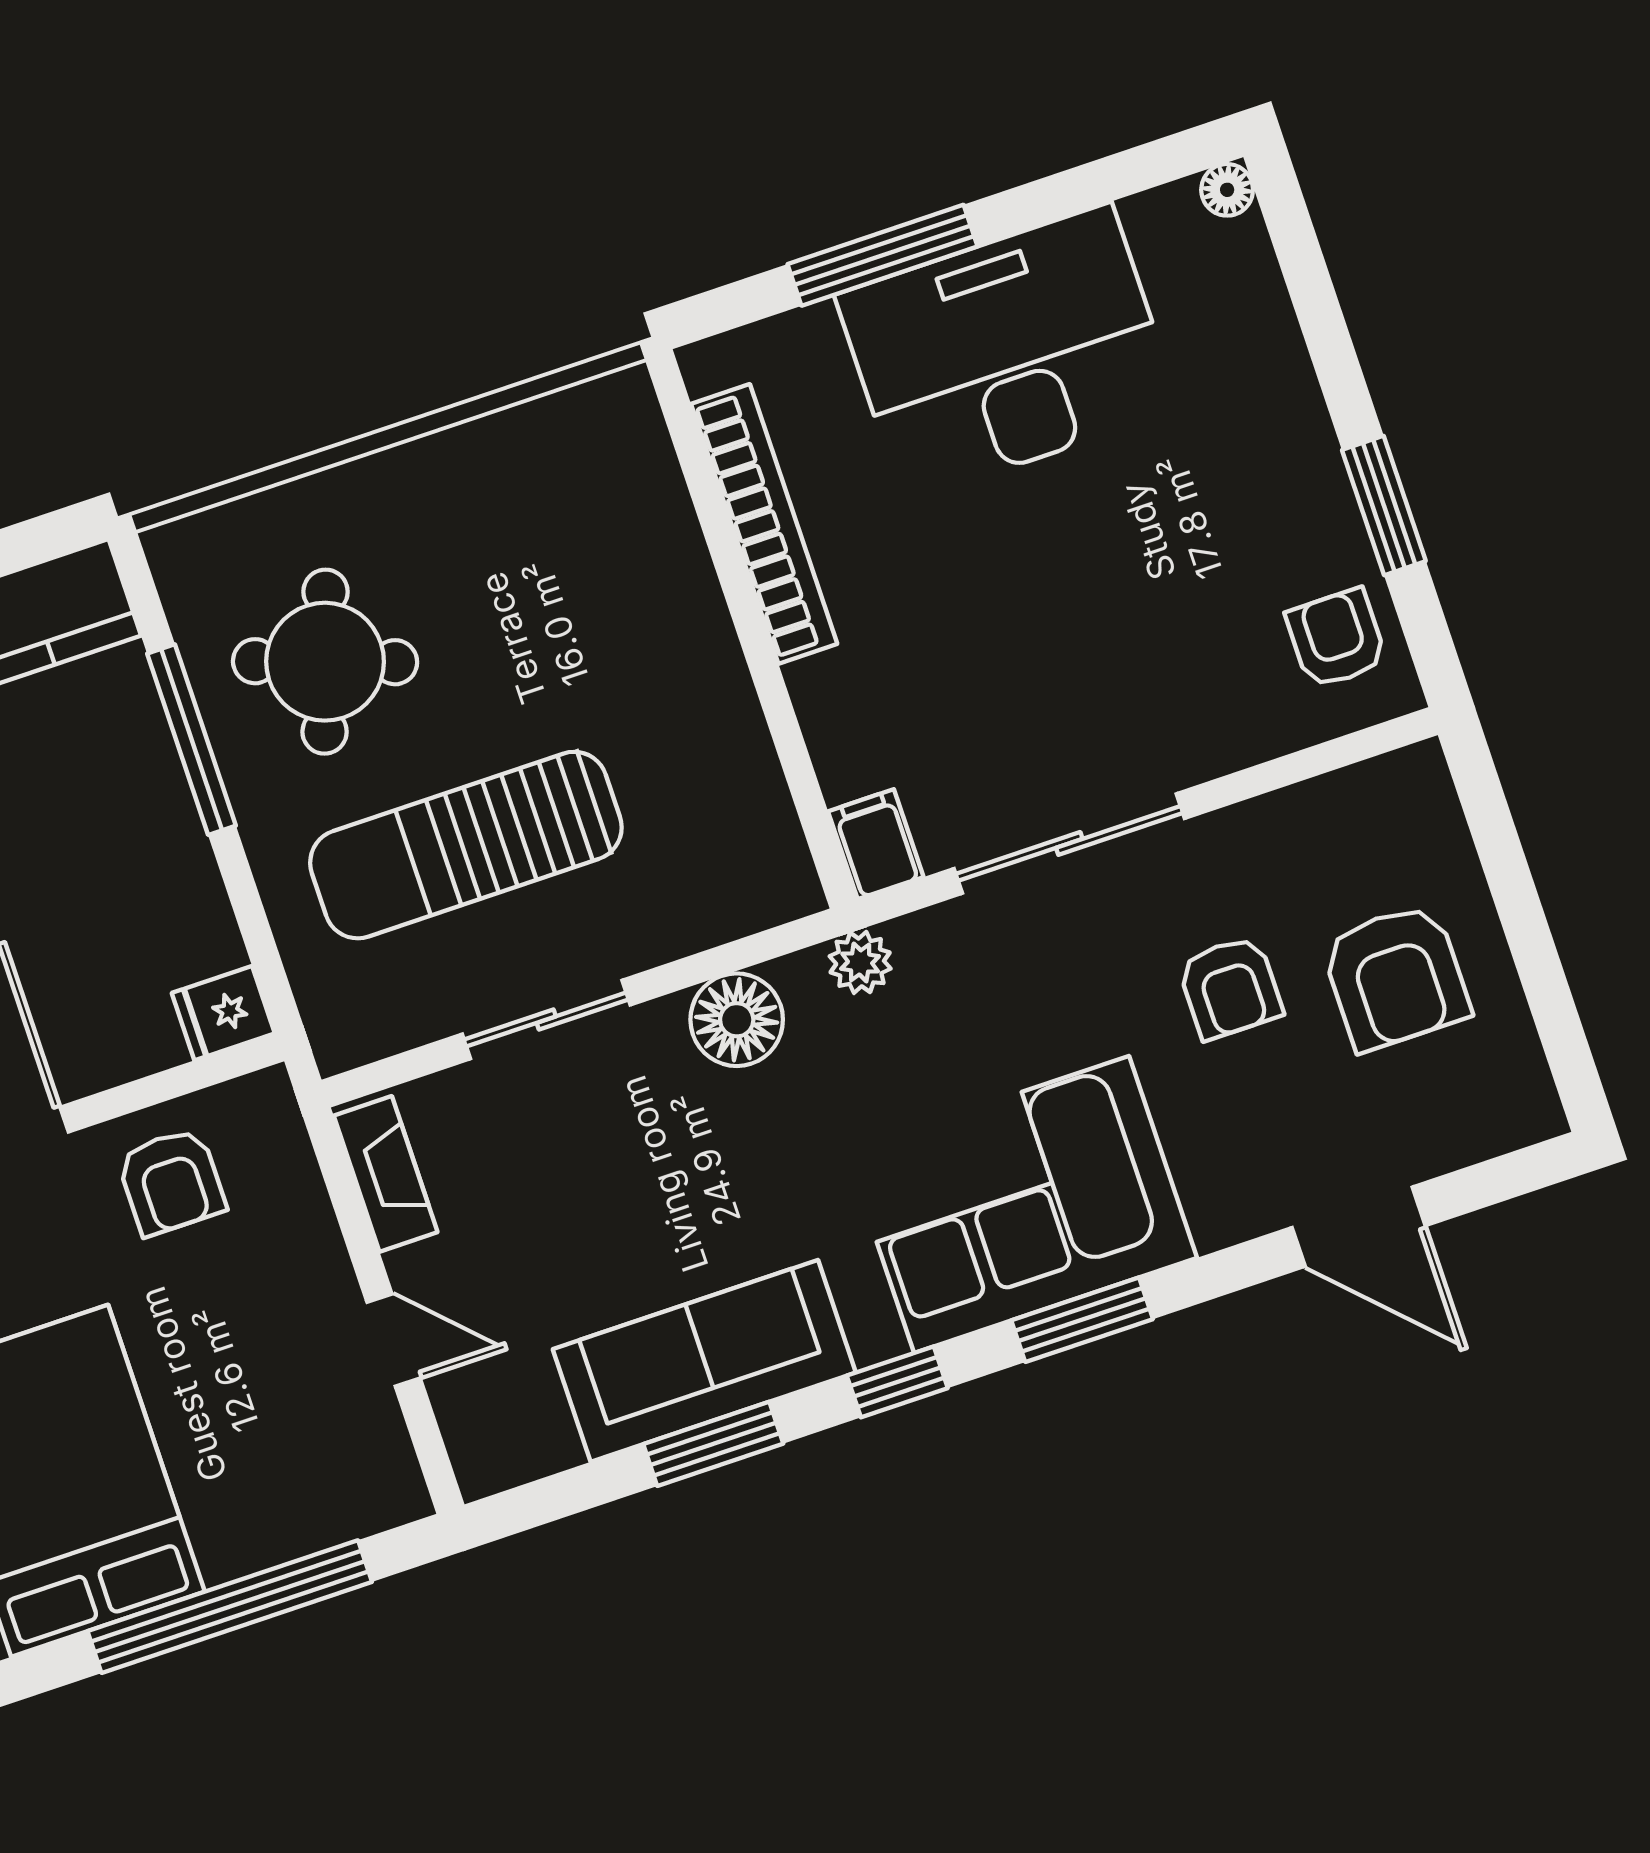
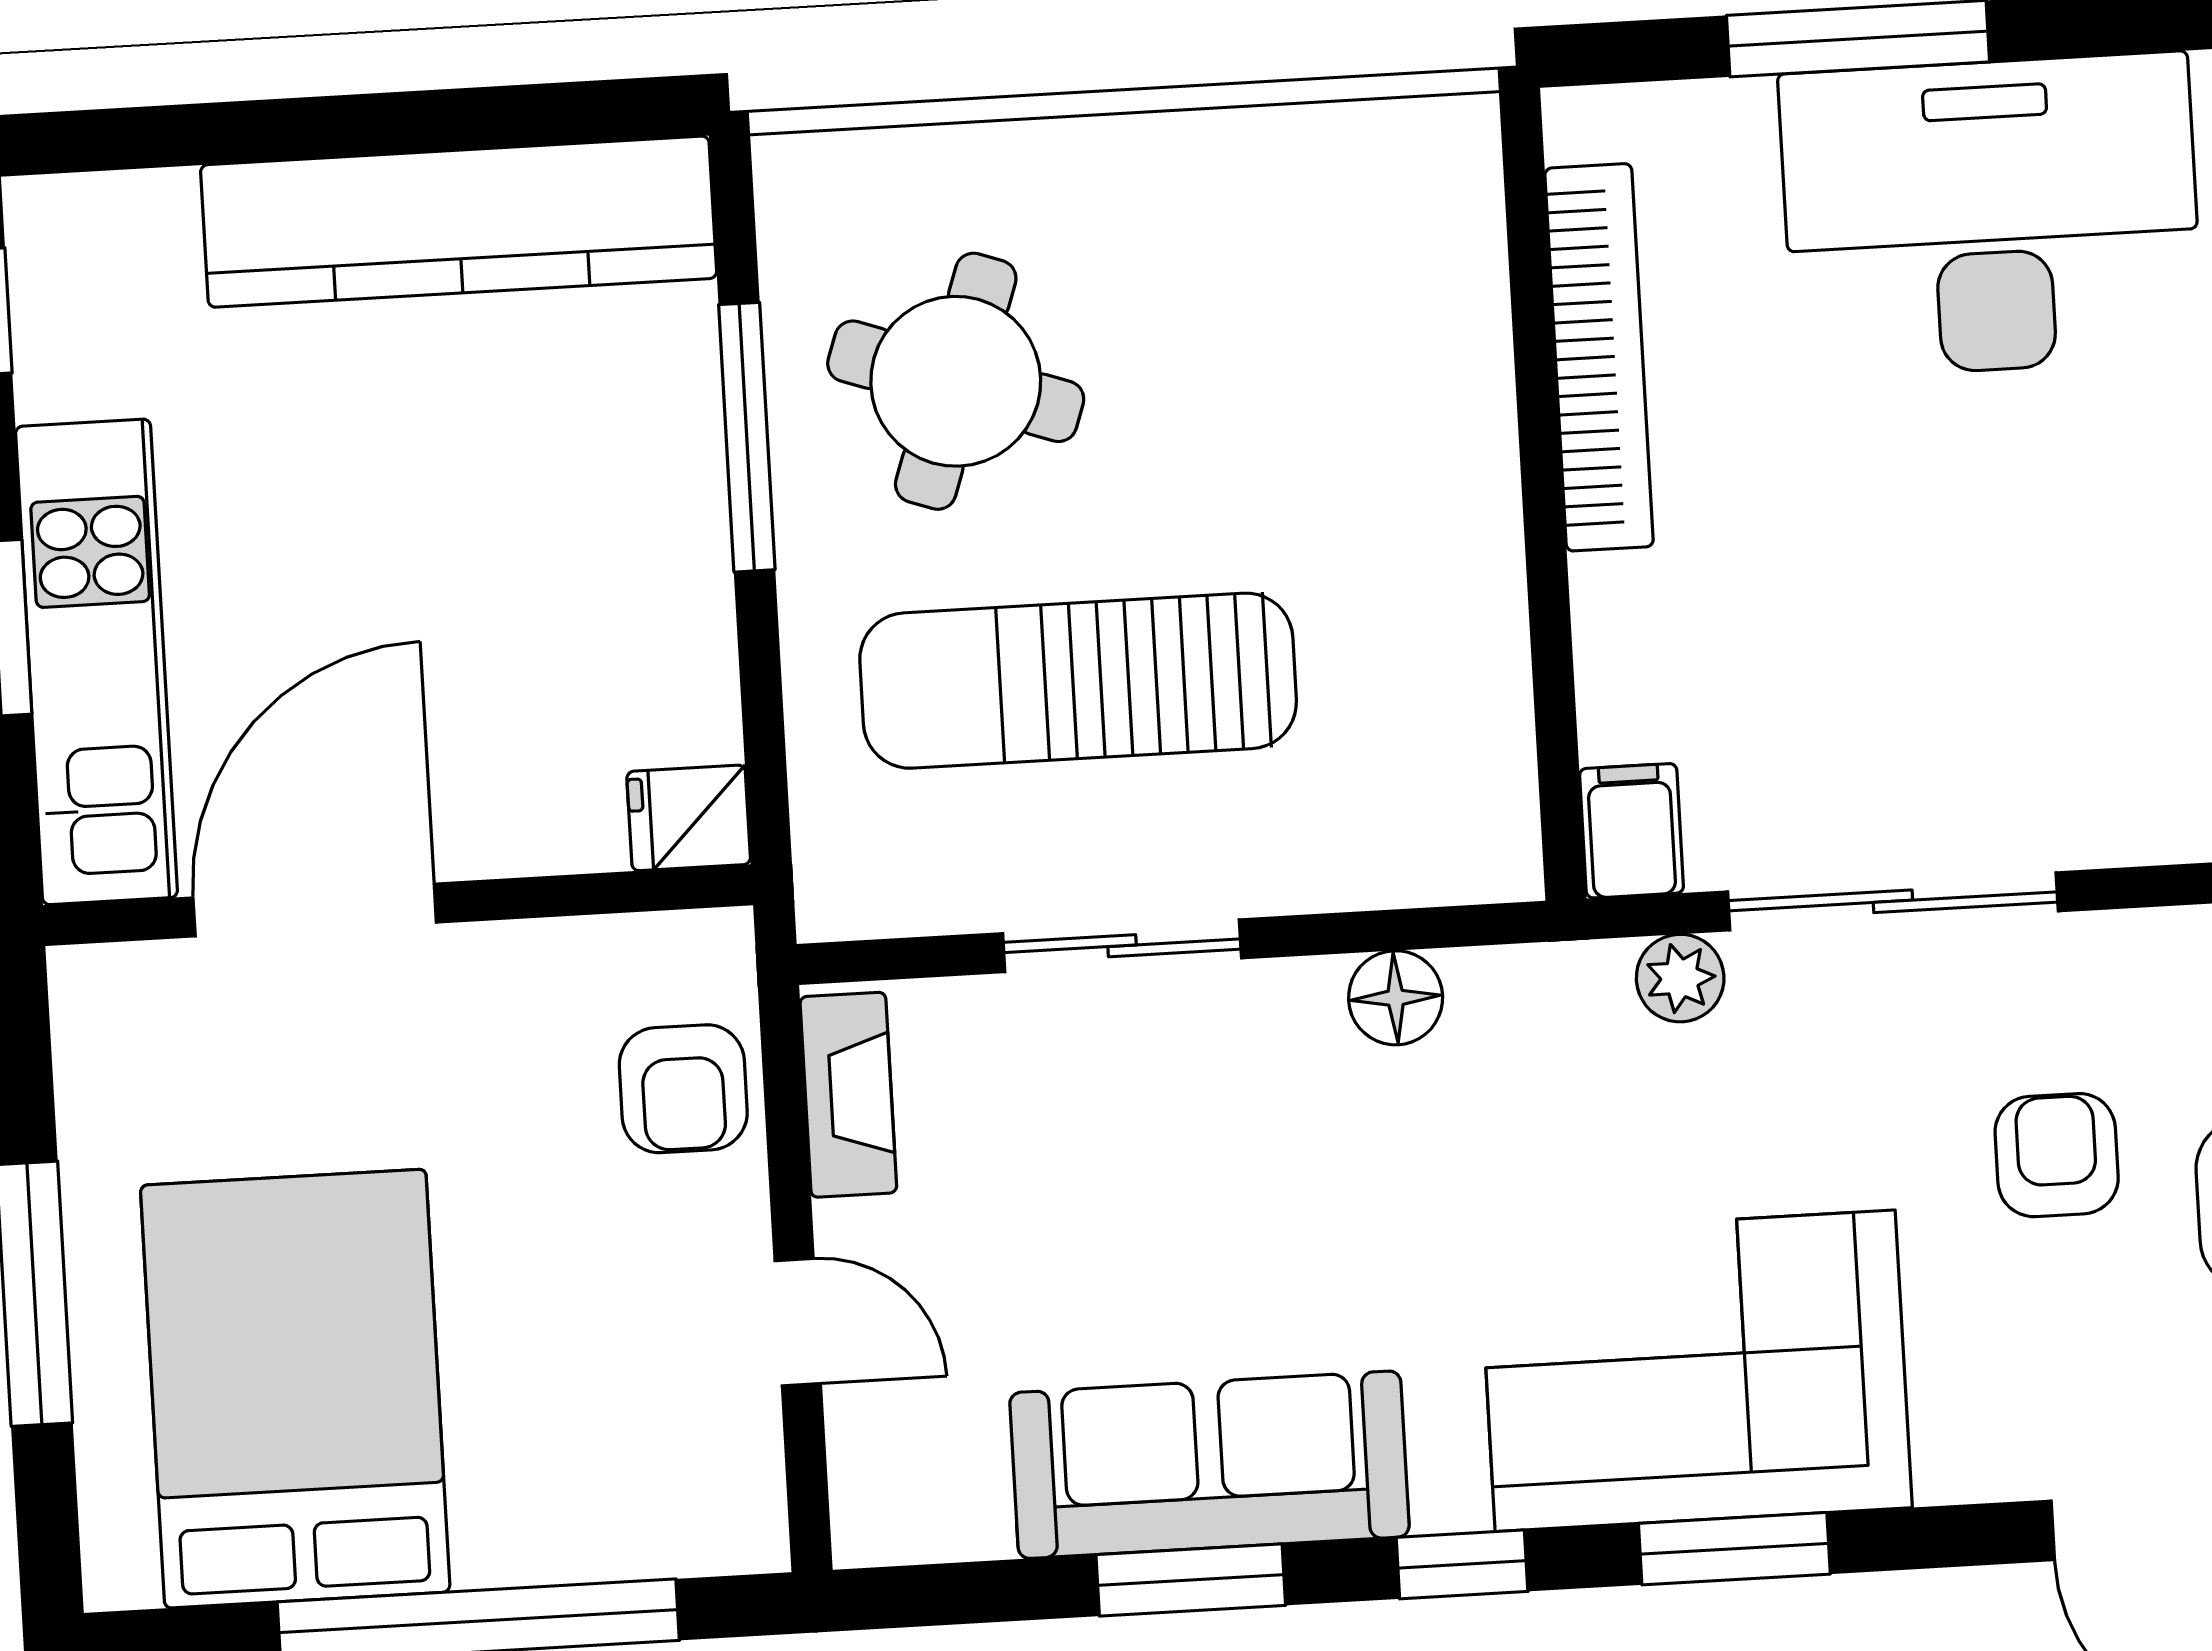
plant: (860, 962) -> (1680, 978), moved
armchair: (1230, 988) -> (2057, 1155), turned 180
floor lamp: (737, 1020) -> (1396, 998), width x0.73, depth x0.73
armchair: (171, 1182) -> (683, 1089), moved

